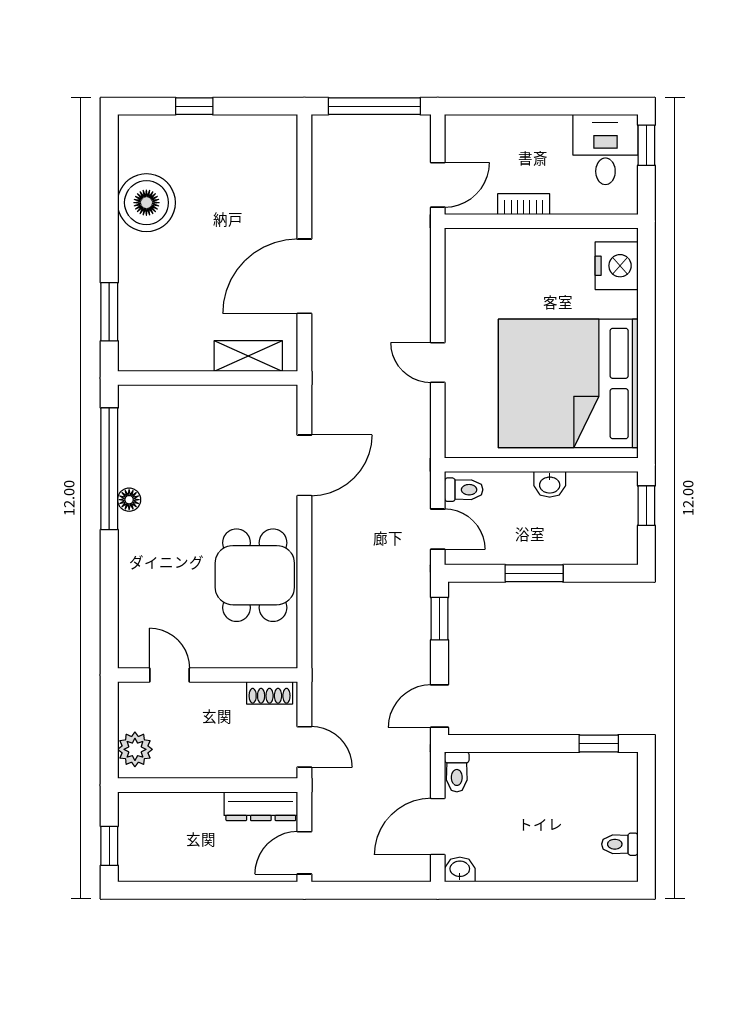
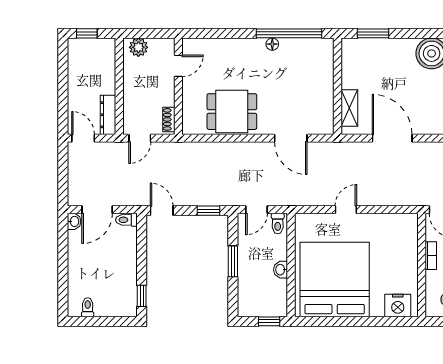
door: (438, 827) -> (97, 210), swing flipped

